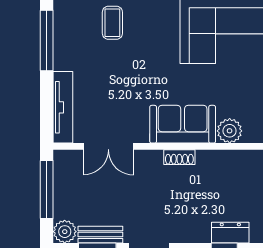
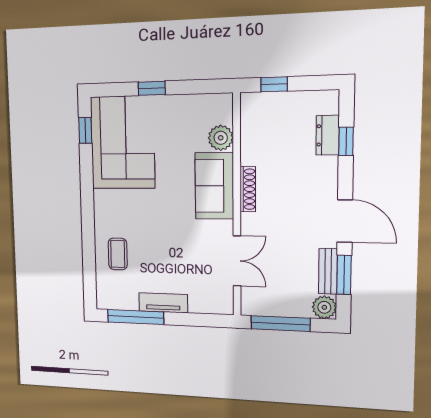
coffee table: (112, 23) -> (118, 254), turned 90
tv unit: (63, 107) -> (163, 303), moved, width x0.71
shoe rack: (179, 157) -> (248, 189), width x1.43

